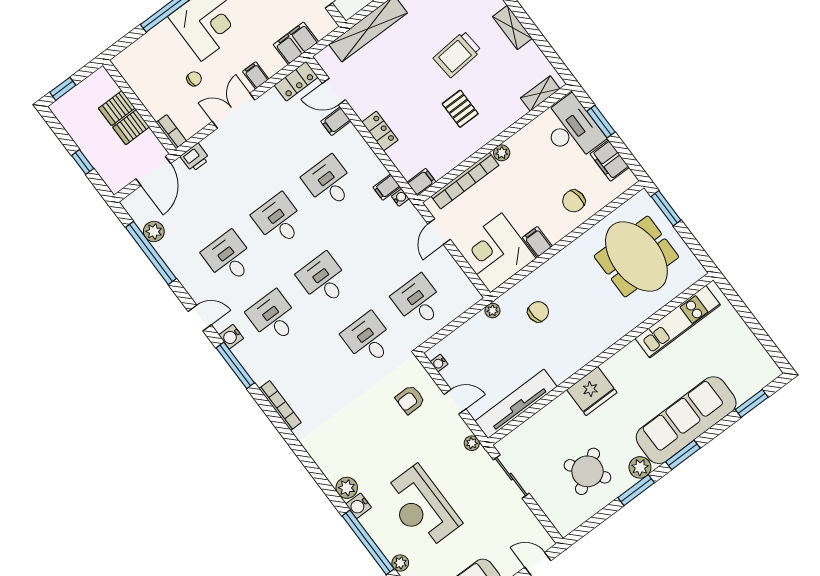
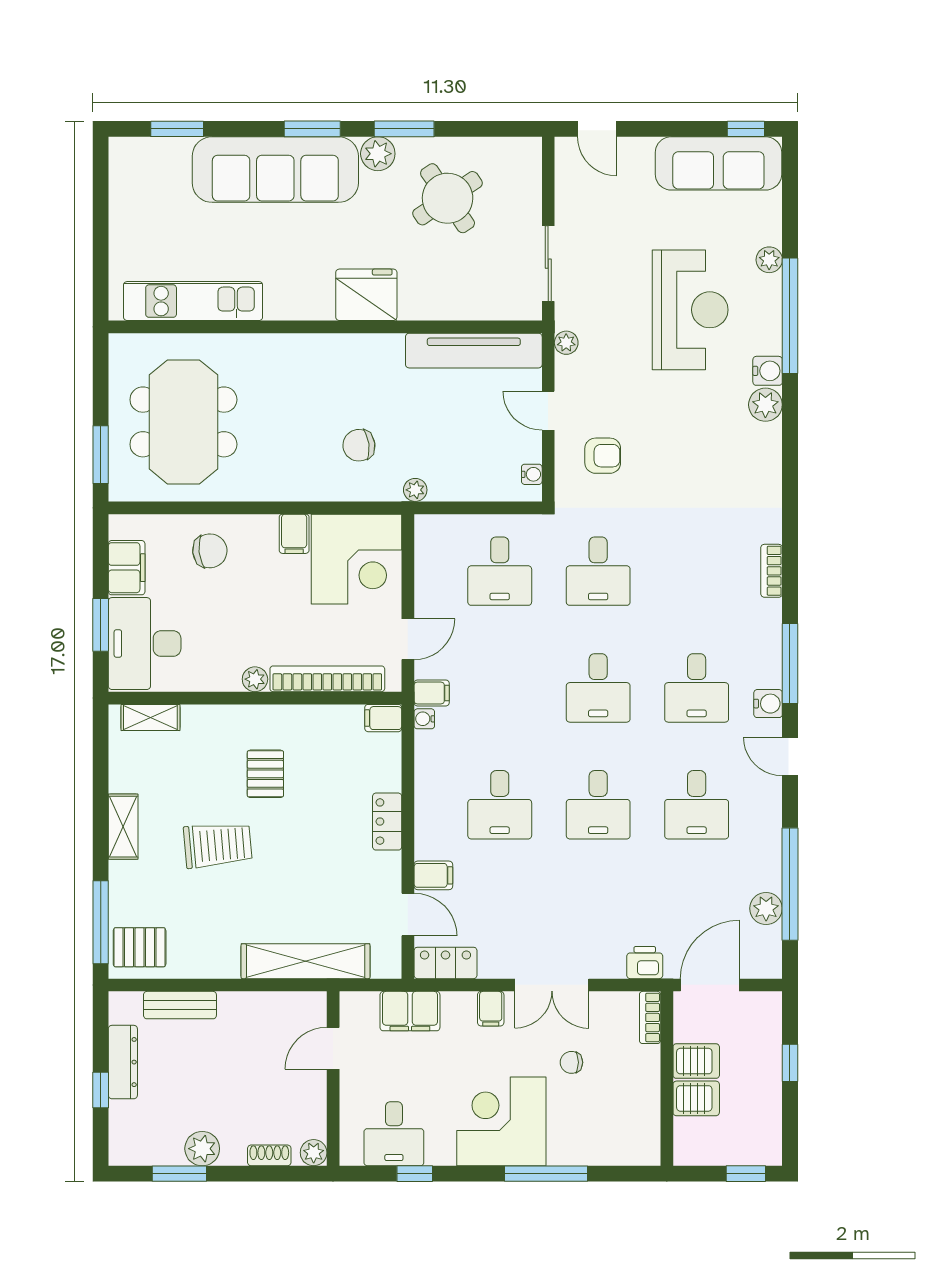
filing cabinet: (387, 187) -> (432, 693), moved
bookcase: (280, 406) -> (772, 571), width x0.64

